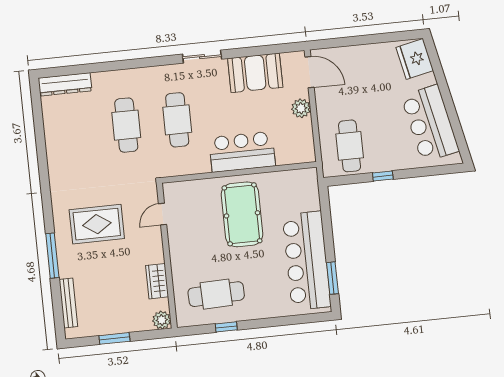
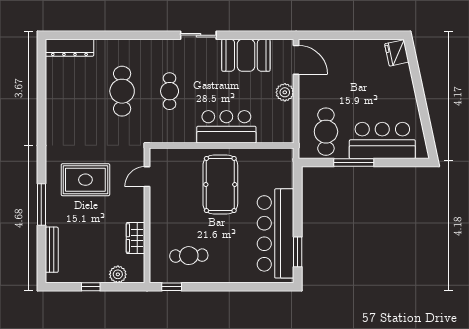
fridge: (415, 59) -> (397, 53), width x0.73, depth x0.75
cafe table: (177, 120) -> (170, 91), width x0.73, depth x0.74
bar counter: (430, 123) -> (382, 140), moved, turned 102
window: (383, 176) -> (354, 163), width x2.17
cafe table: (216, 294) -> (189, 256), width x0.73, depth x0.74
plant: (162, 320) -> (118, 274), moved
window: (226, 327) -> (172, 287), moved
window: (114, 338) -> (91, 287), width x0.67

